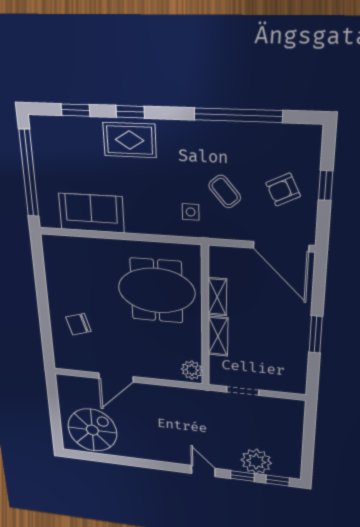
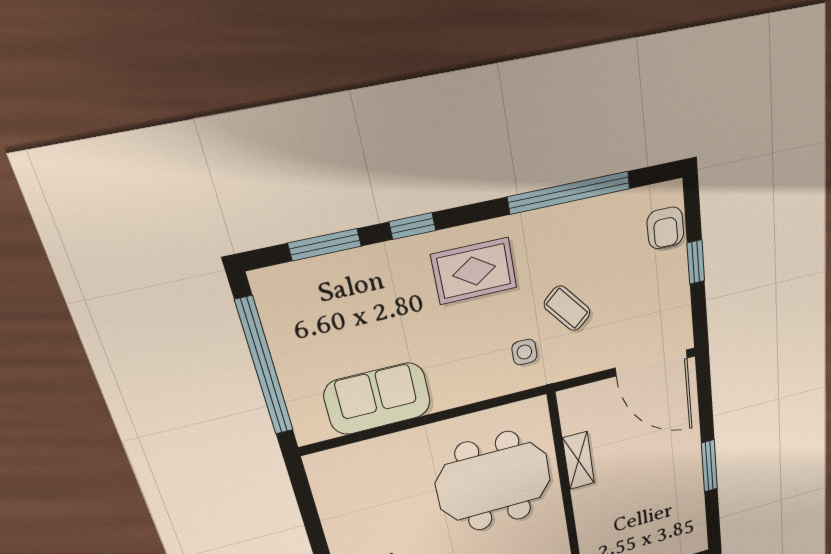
window: (75, 110) -> (325, 245), width x1.50
rug: (130, 140) -> (474, 271), moved
armchair: (283, 190) -> (665, 228), moved, turned -64
shelving: (218, 336) -> (587, 515), removed

